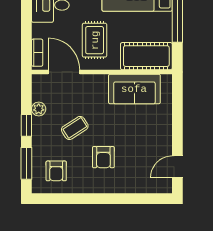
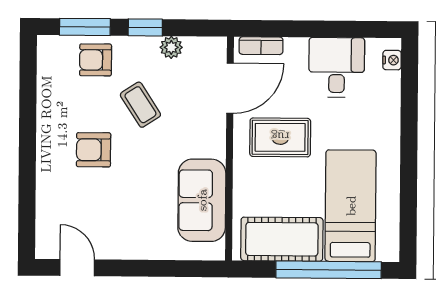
cot: (146, 56) -> (282, 239), moved, turned 90
armchair: (56, 171) -> (96, 60), moved

